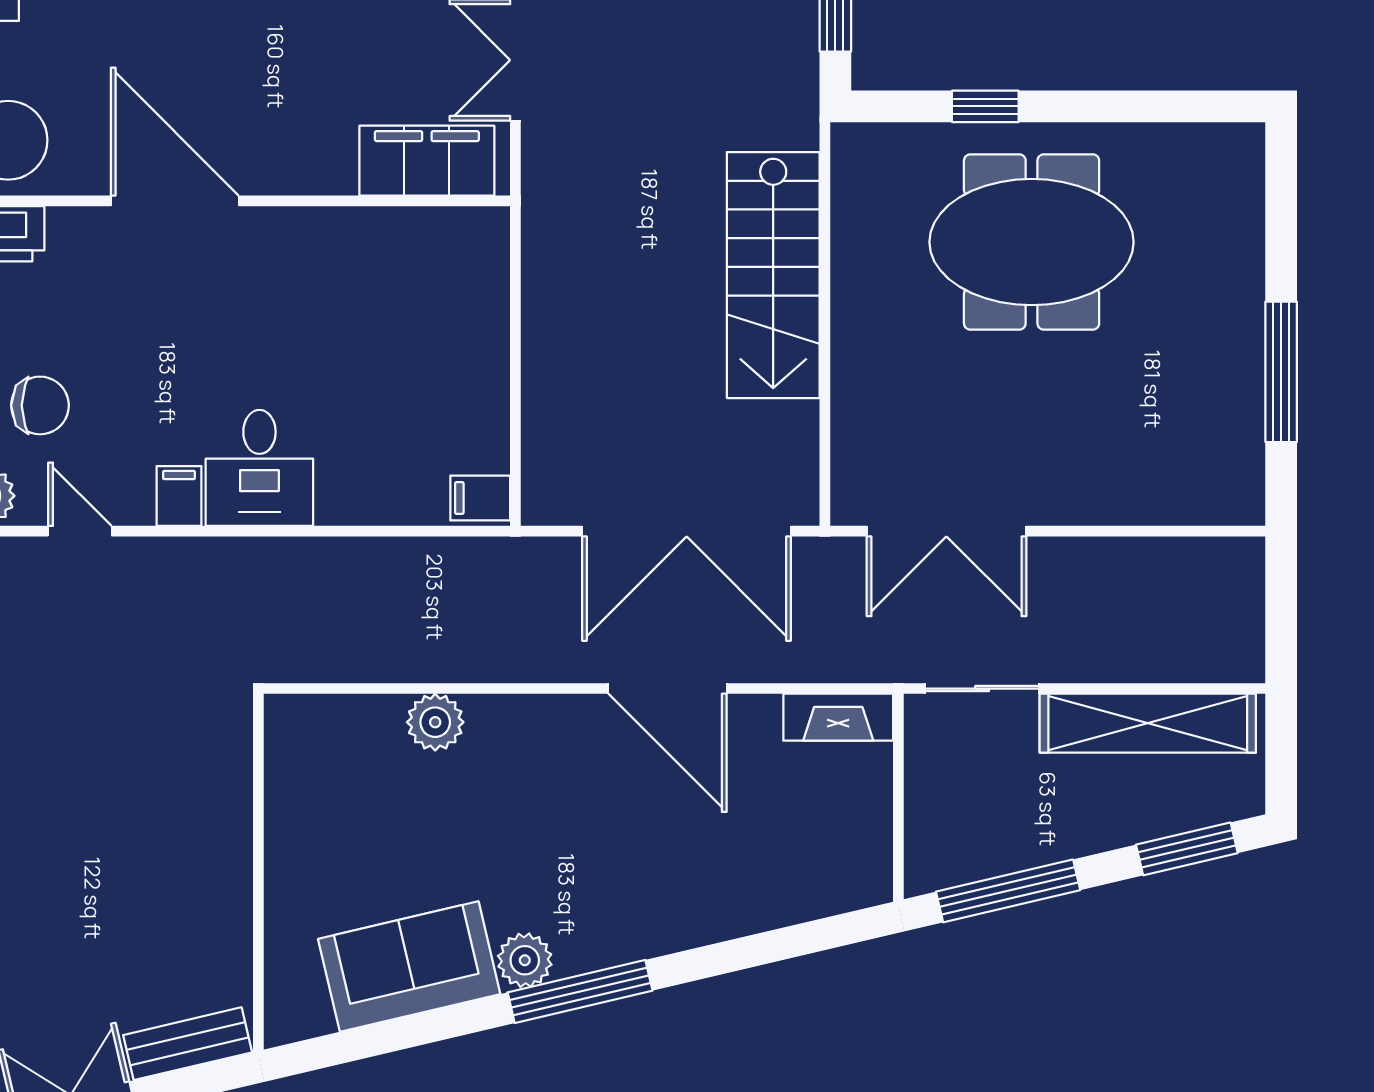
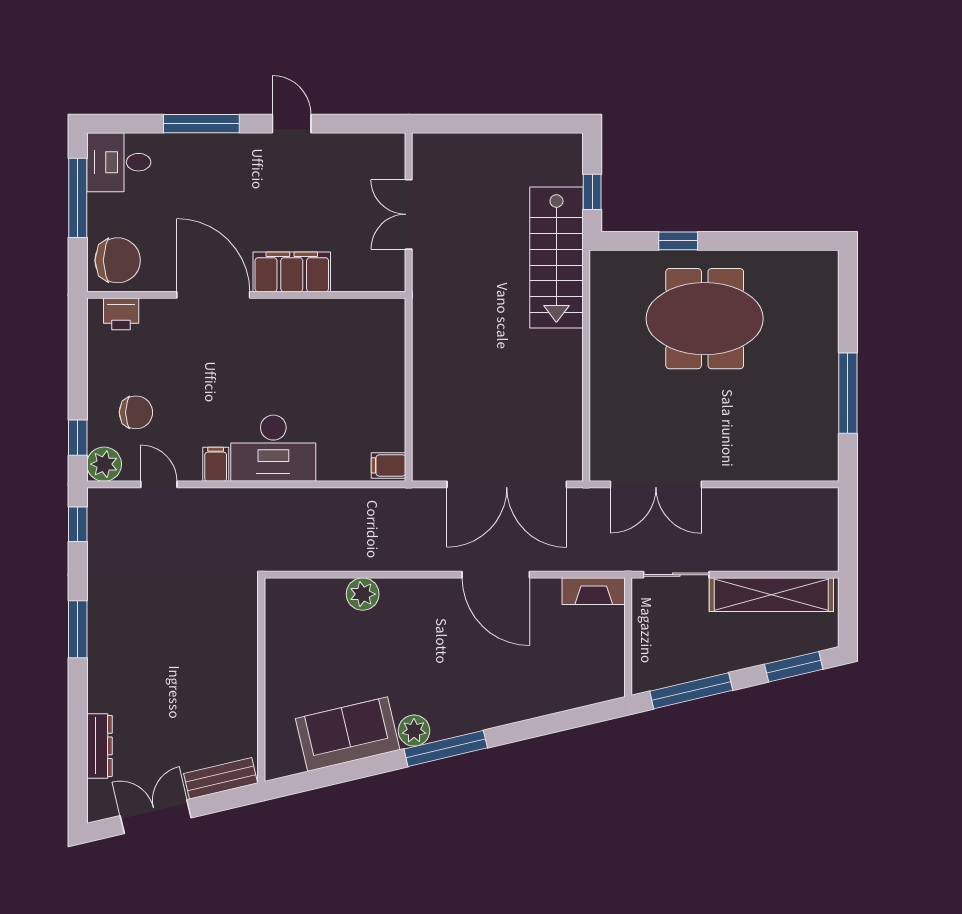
filing cabinet: (427, 161) -> (292, 272), moved
stairs: (773, 275) -> (556, 257), moved
desk: (259, 468) -> (273, 448), width x1.37

